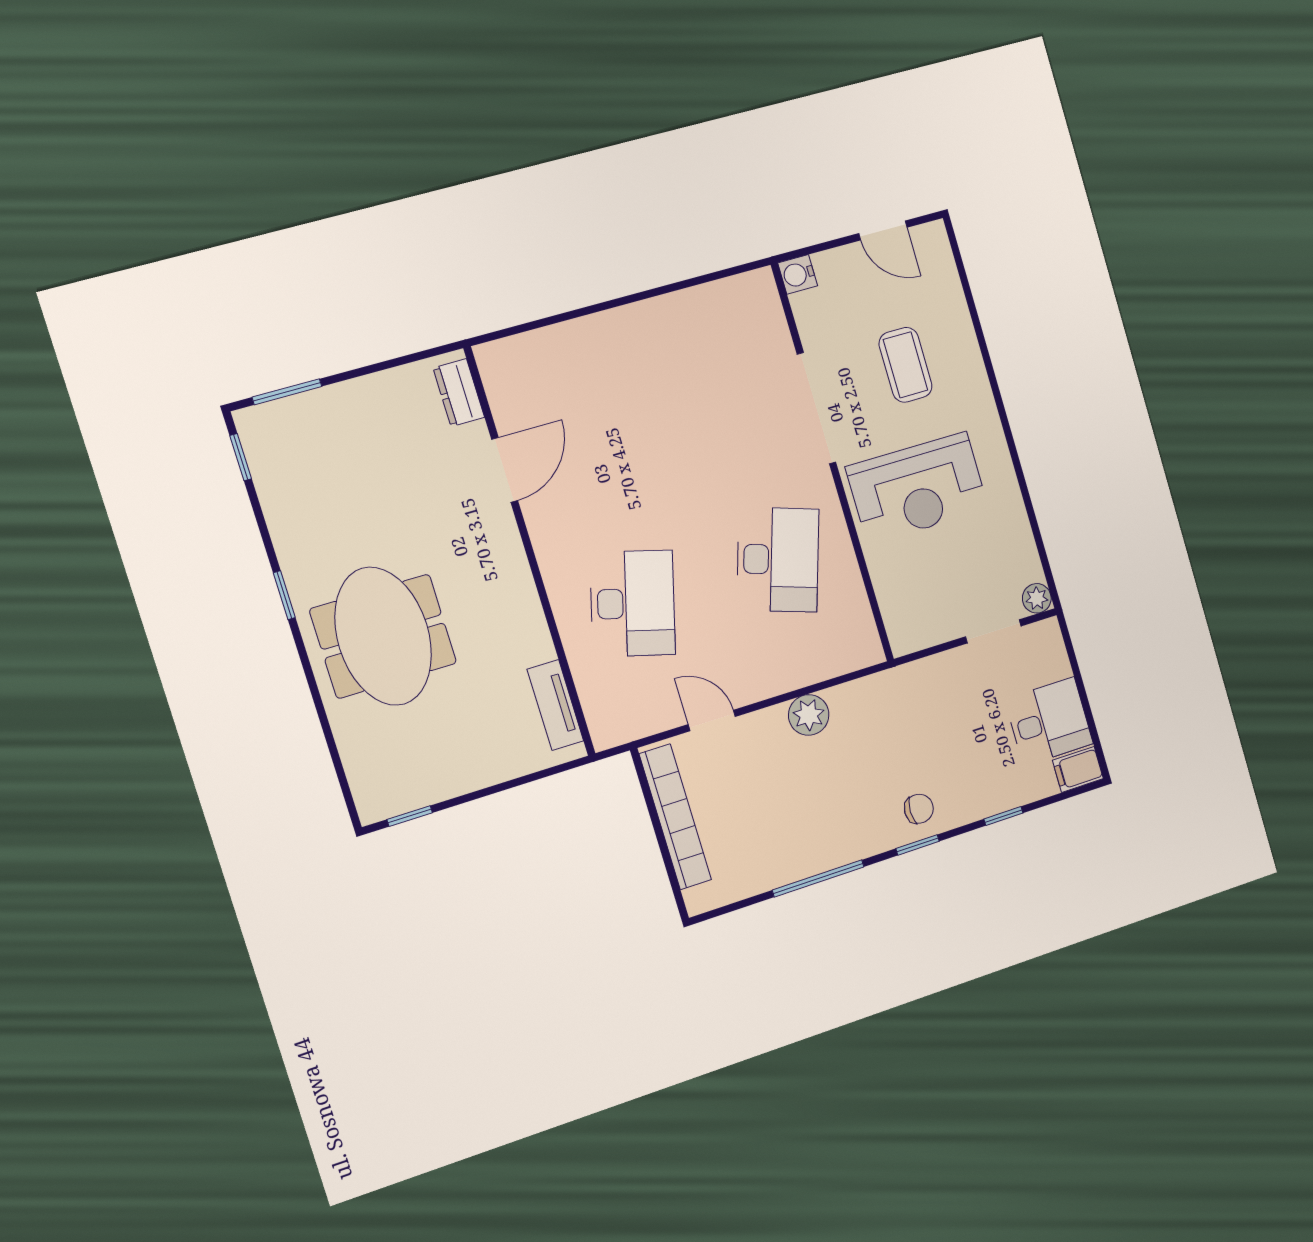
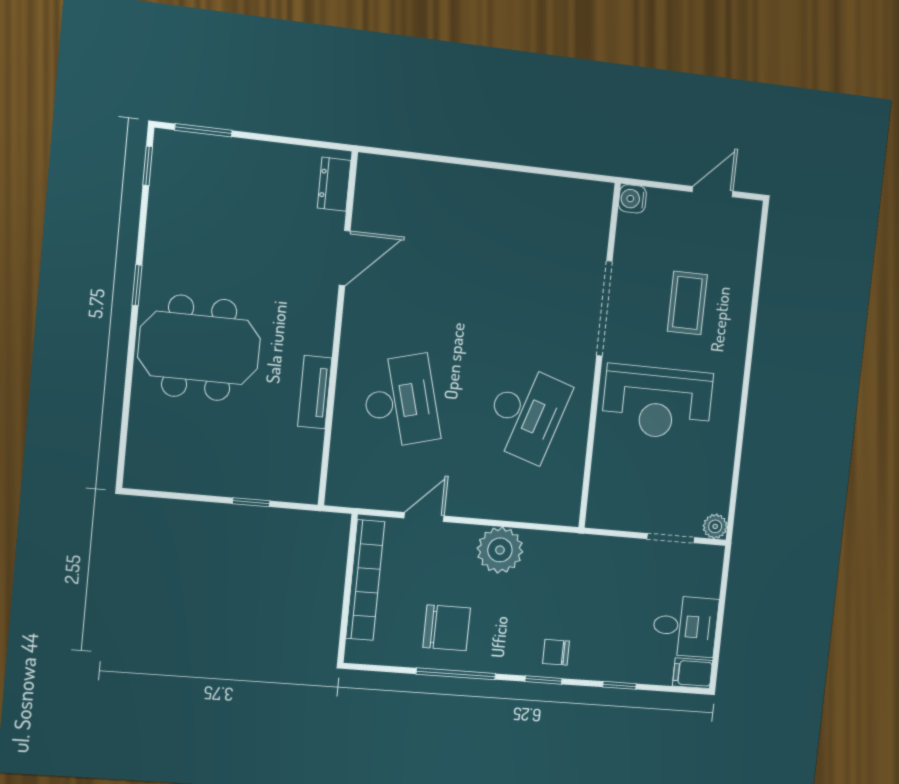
door: (883, 230) -> (713, 192), swing flipped
desk: (633, 603) -> (400, 401), turned -30
meeting table: (383, 636) -> (199, 348), turned 90
tv unit: (555, 705) -> (315, 392), moved
plant: (809, 715) -> (500, 550), width x1.36, depth x1.36
door: (712, 720) -> (424, 517), hinge flipped
chair: (919, 809) -> (556, 652), turned 180
window: (410, 816) -> (251, 502), moved
chair: (787, 832) -> (447, 628), added

